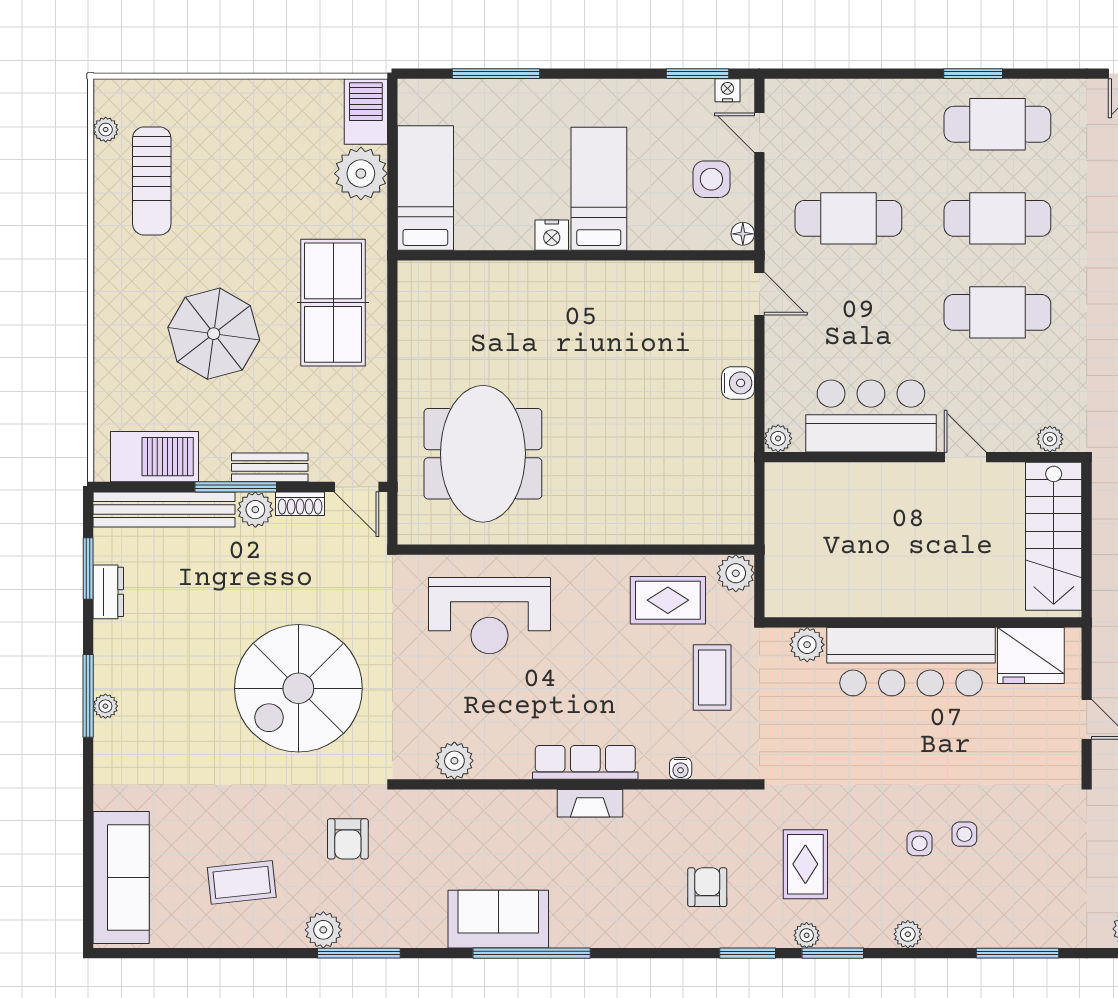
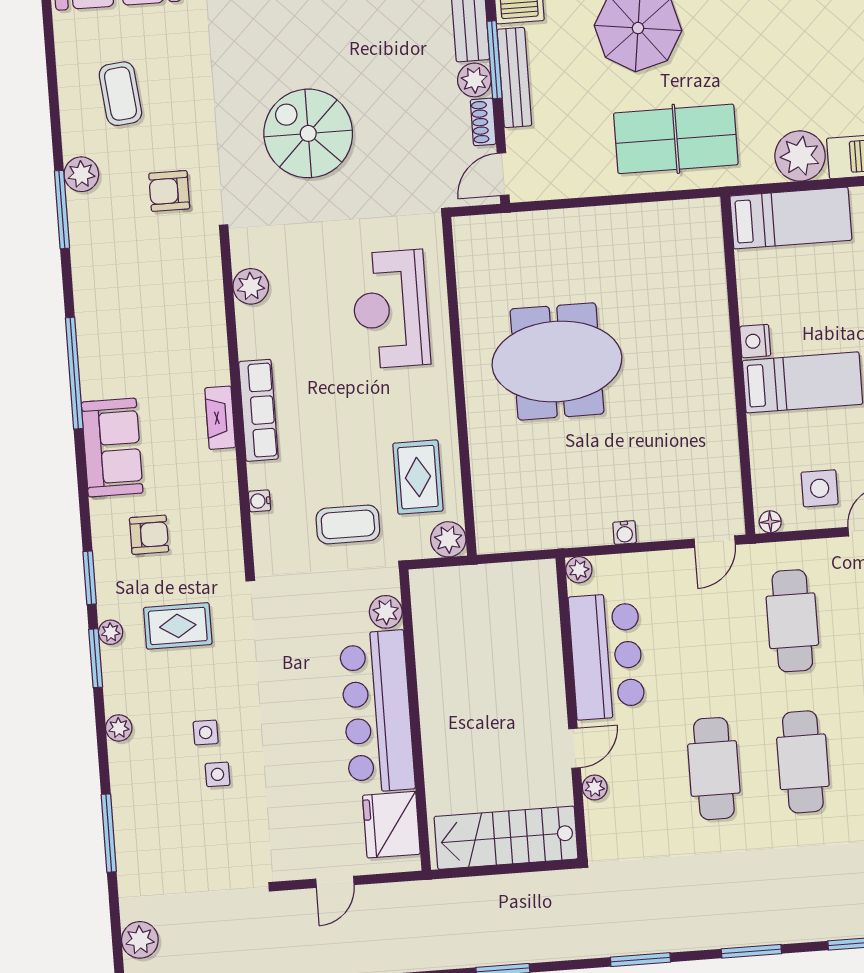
water cooler: (738, 383) -> (625, 533), width x0.72, depth x0.72
plant: (1050, 439) -> (595, 787), moved
meeting table: (483, 454) -> (557, 361), moved
bench: (270, 467) -> (514, 77), width x1.36
spiral stairs: (298, 688) -> (308, 133), width x0.73, depth x0.73
sofa: (498, 919) -> (112, 448), moved

